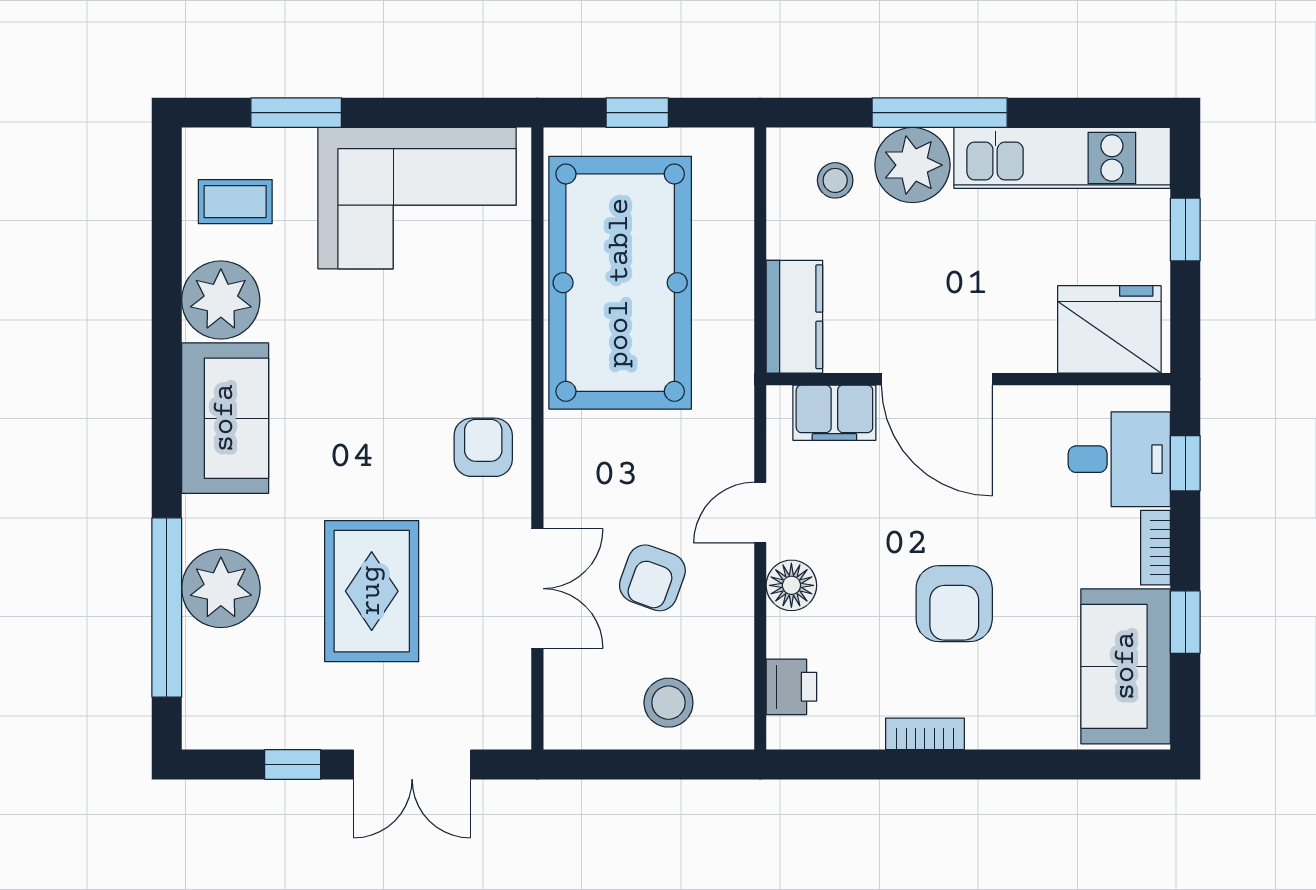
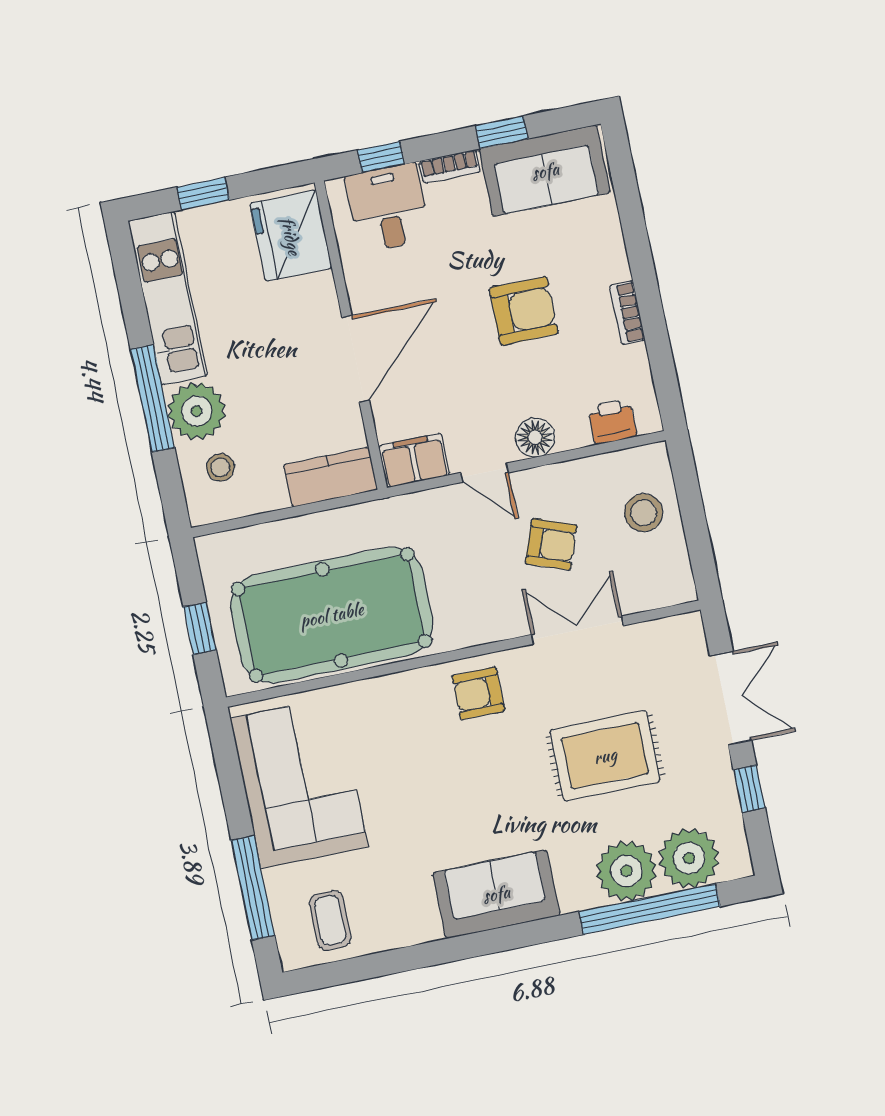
window: (296, 113) -> (253, 888), width x1.44
plant: (221, 300) -> (689, 858), moved
filing cabinet: (834, 413) -> (414, 460), moved, turned -90

